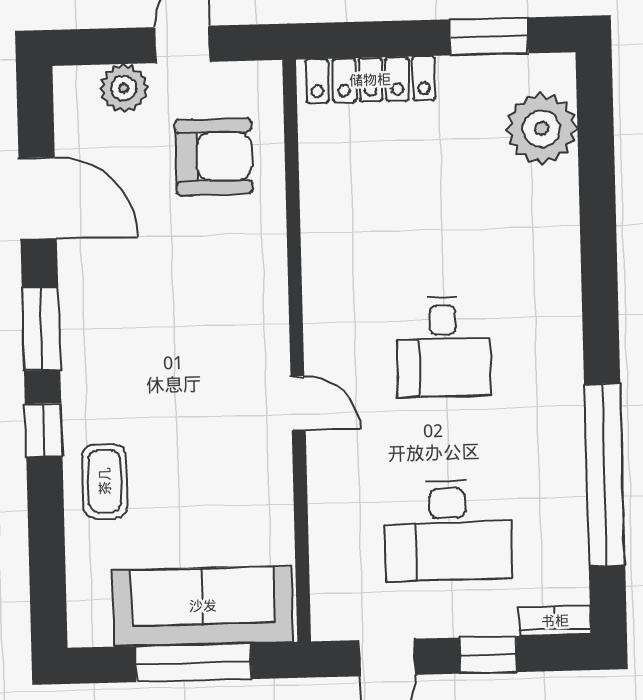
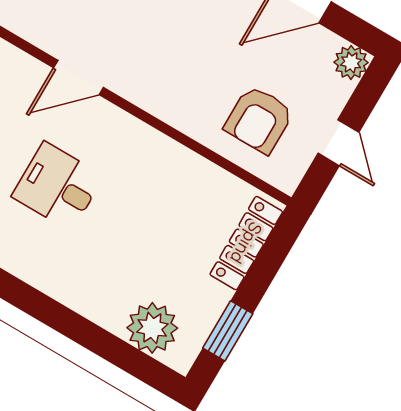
plant: (124, 88) -> (351, 62), moved
door: (298, 403) -> (78, 77), width x1.38

